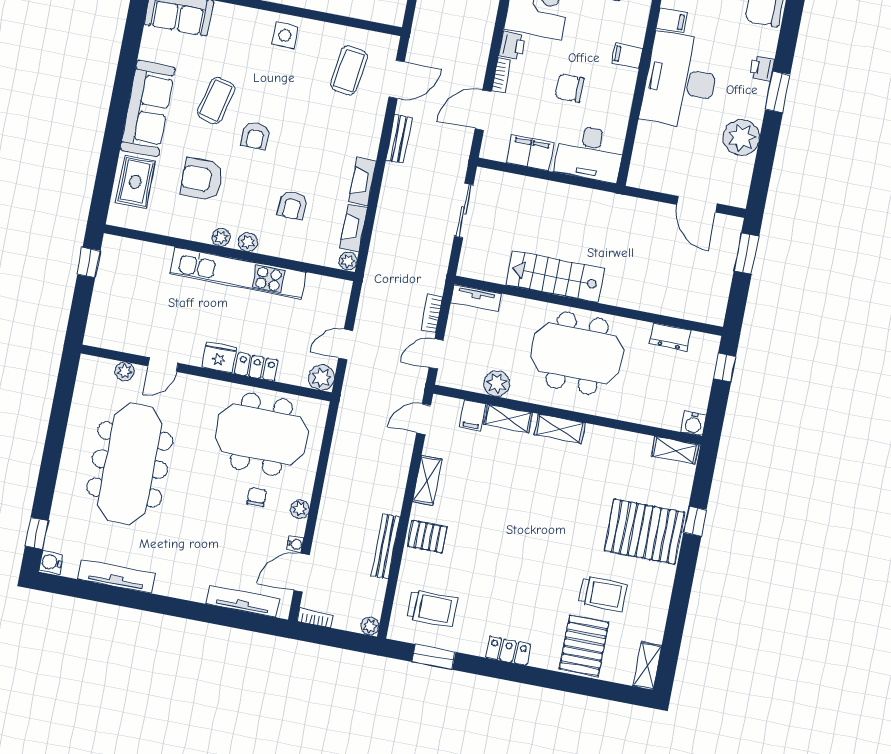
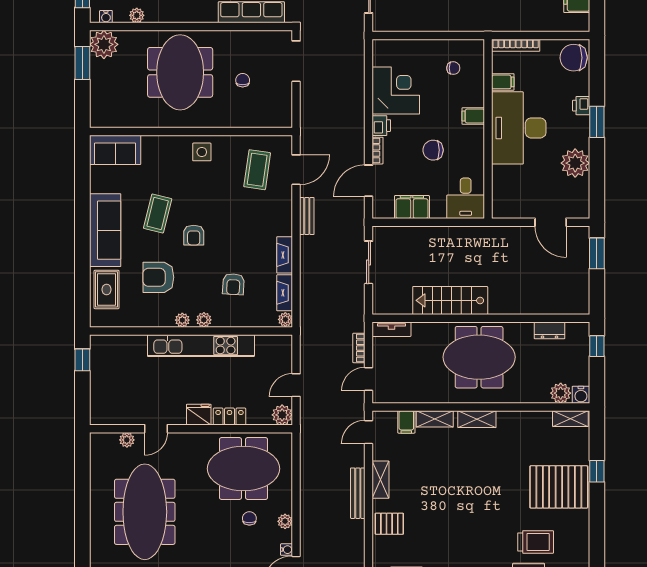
desk: (590, 153) -> (466, 198), width x0.73
plant: (497, 384) -> (561, 393), moved
bench: (385, 546) -> (358, 493), moved

